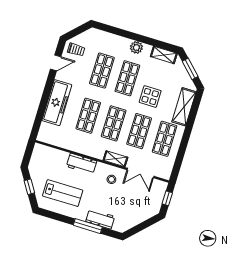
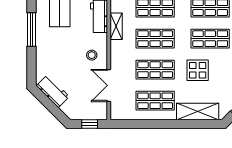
shelving: (115, 159) -> (116, 26), moved
workbench: (100, 219) -> (53, 91), moved, turned -45
window: (88, 226) -> (31, 30), moved

